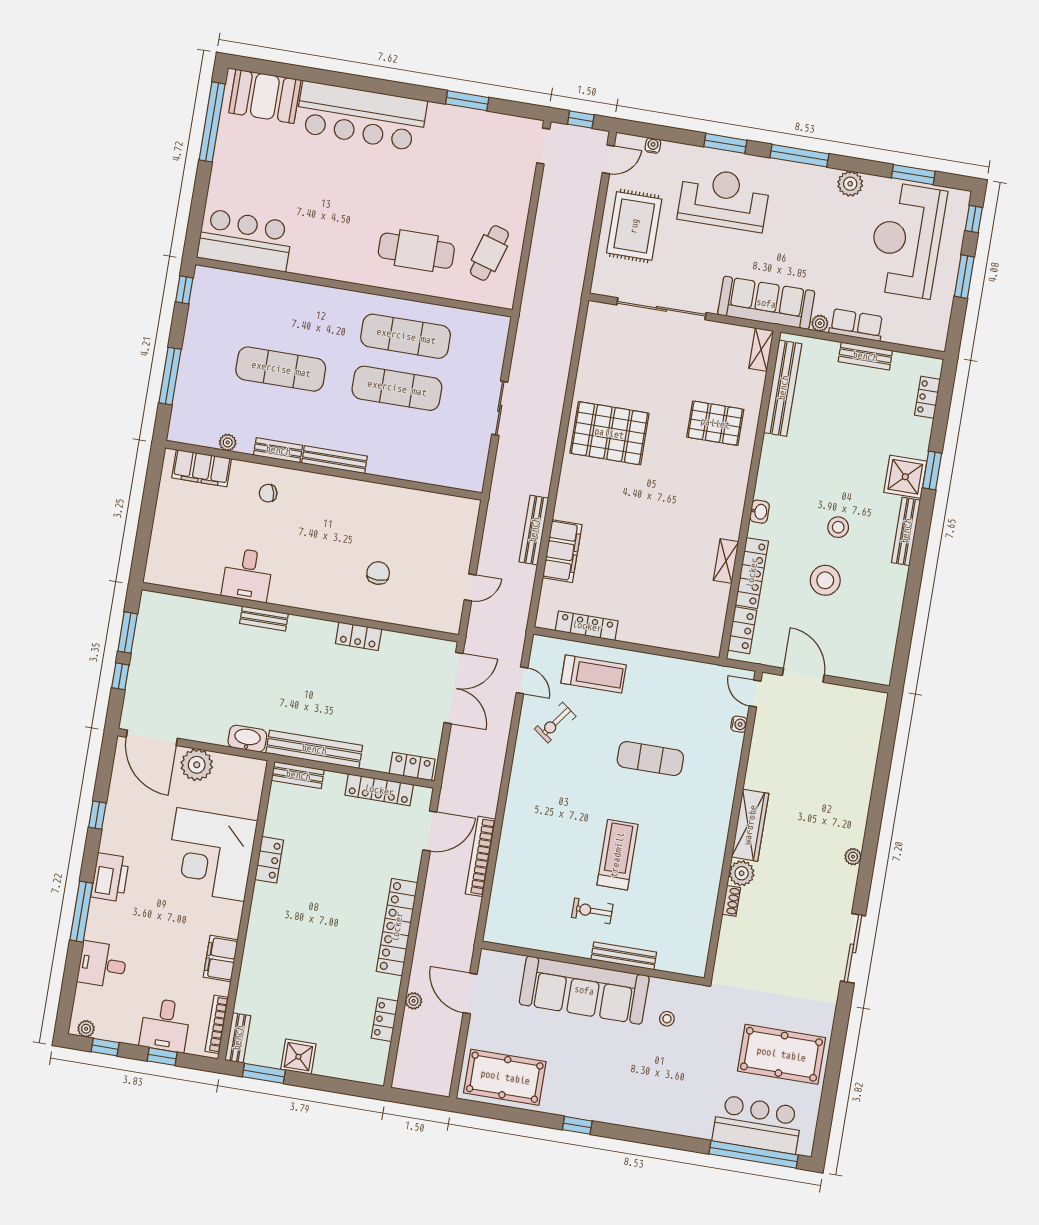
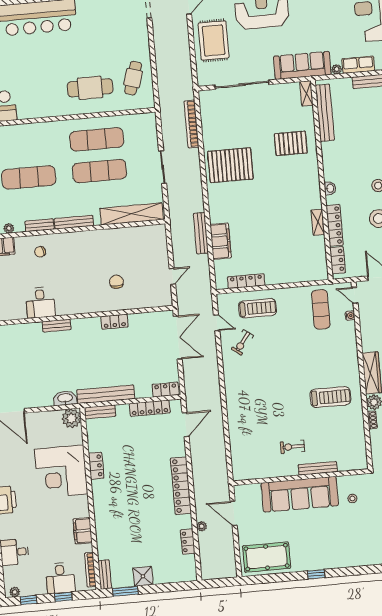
shelving: (431, 470) -> (132, 214), added
exercise mat: (650, 759) -> (321, 309), moved, turned 90
plant: (197, 765) -> (71, 418), moved
treadmill: (617, 855) -> (330, 397), moved, turned 90
bookcase: (480, 856) -> (191, 124), moved

